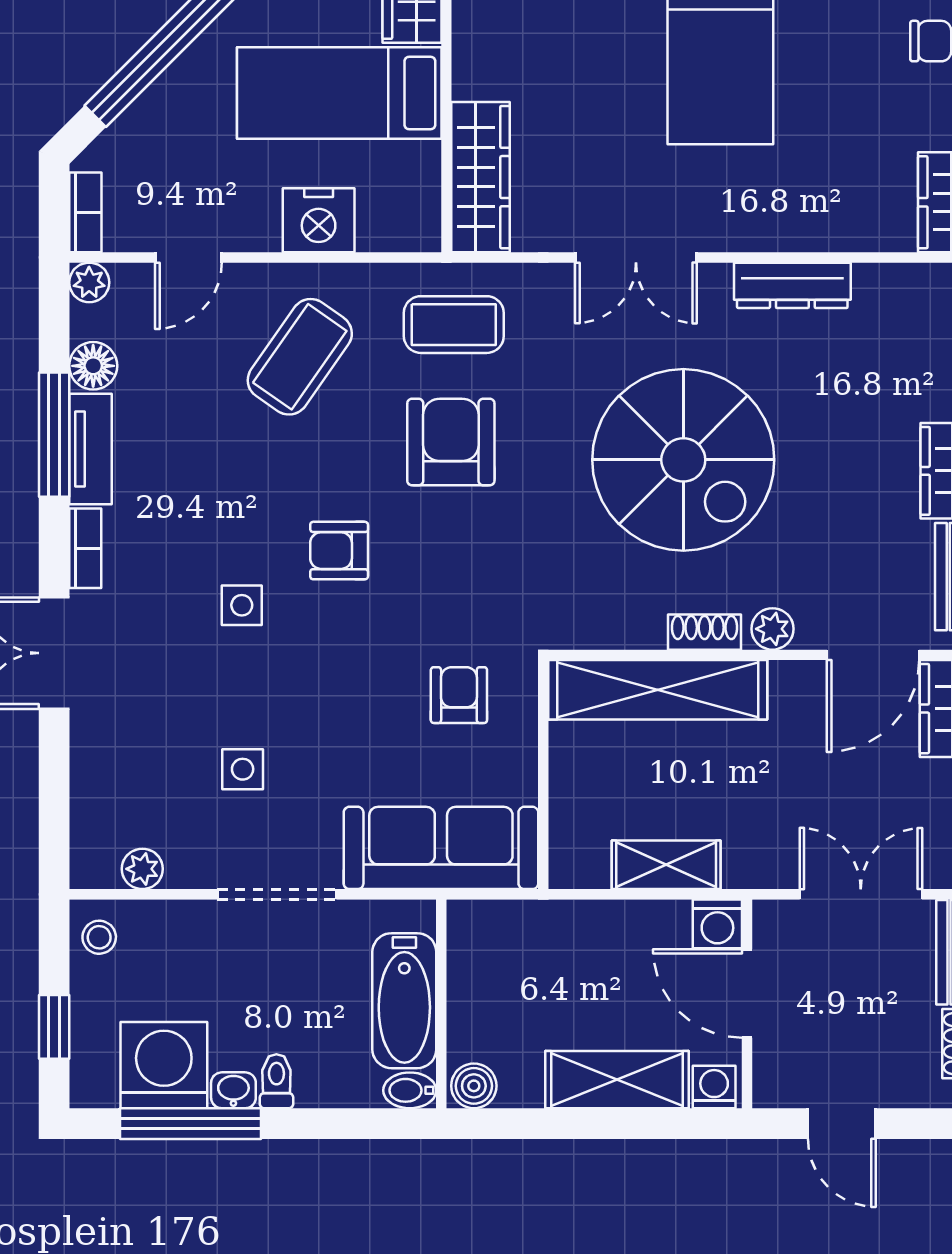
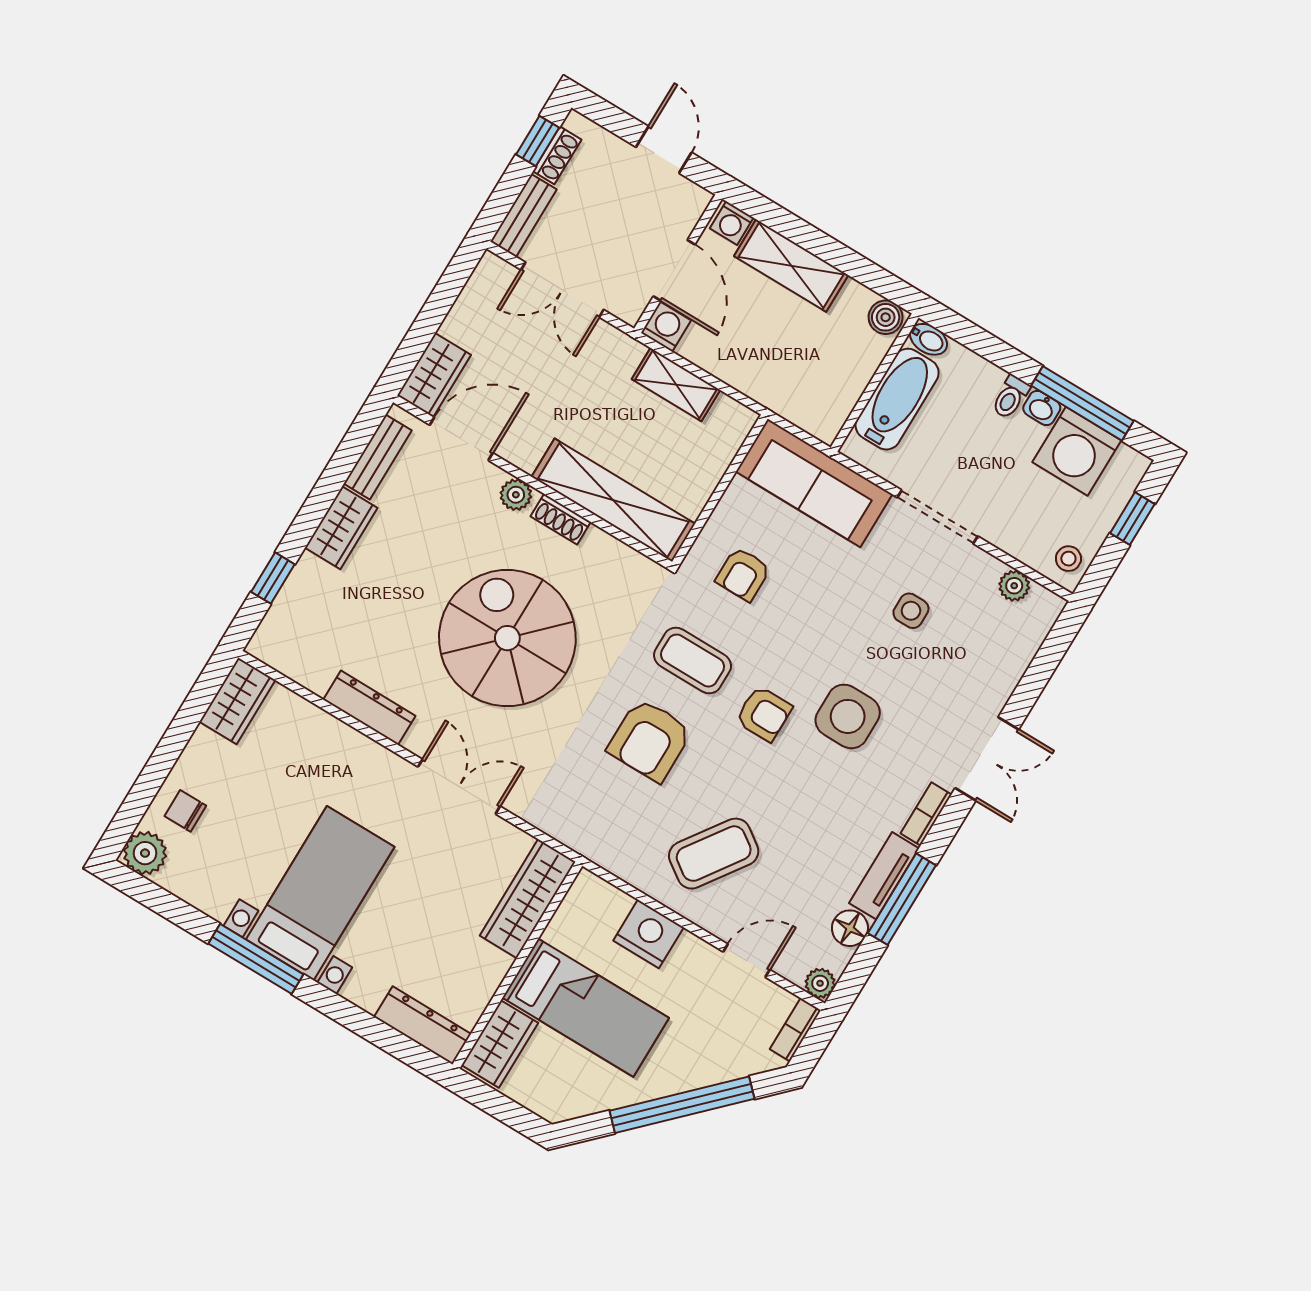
coffee table: (454, 325) -> (693, 661), moved
side table: (242, 605) -> (848, 716), width x1.87, depth x1.87

